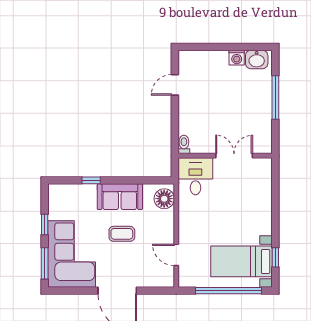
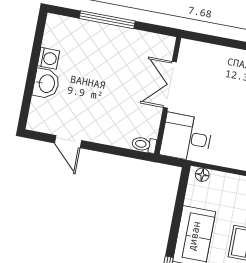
washbasin: (257, 59) -> (46, 84), moved
floor lamp: (164, 199) -> (202, 175), width x0.53, depth x0.53

